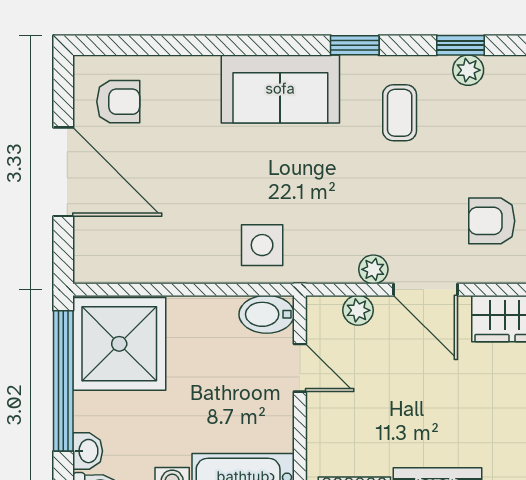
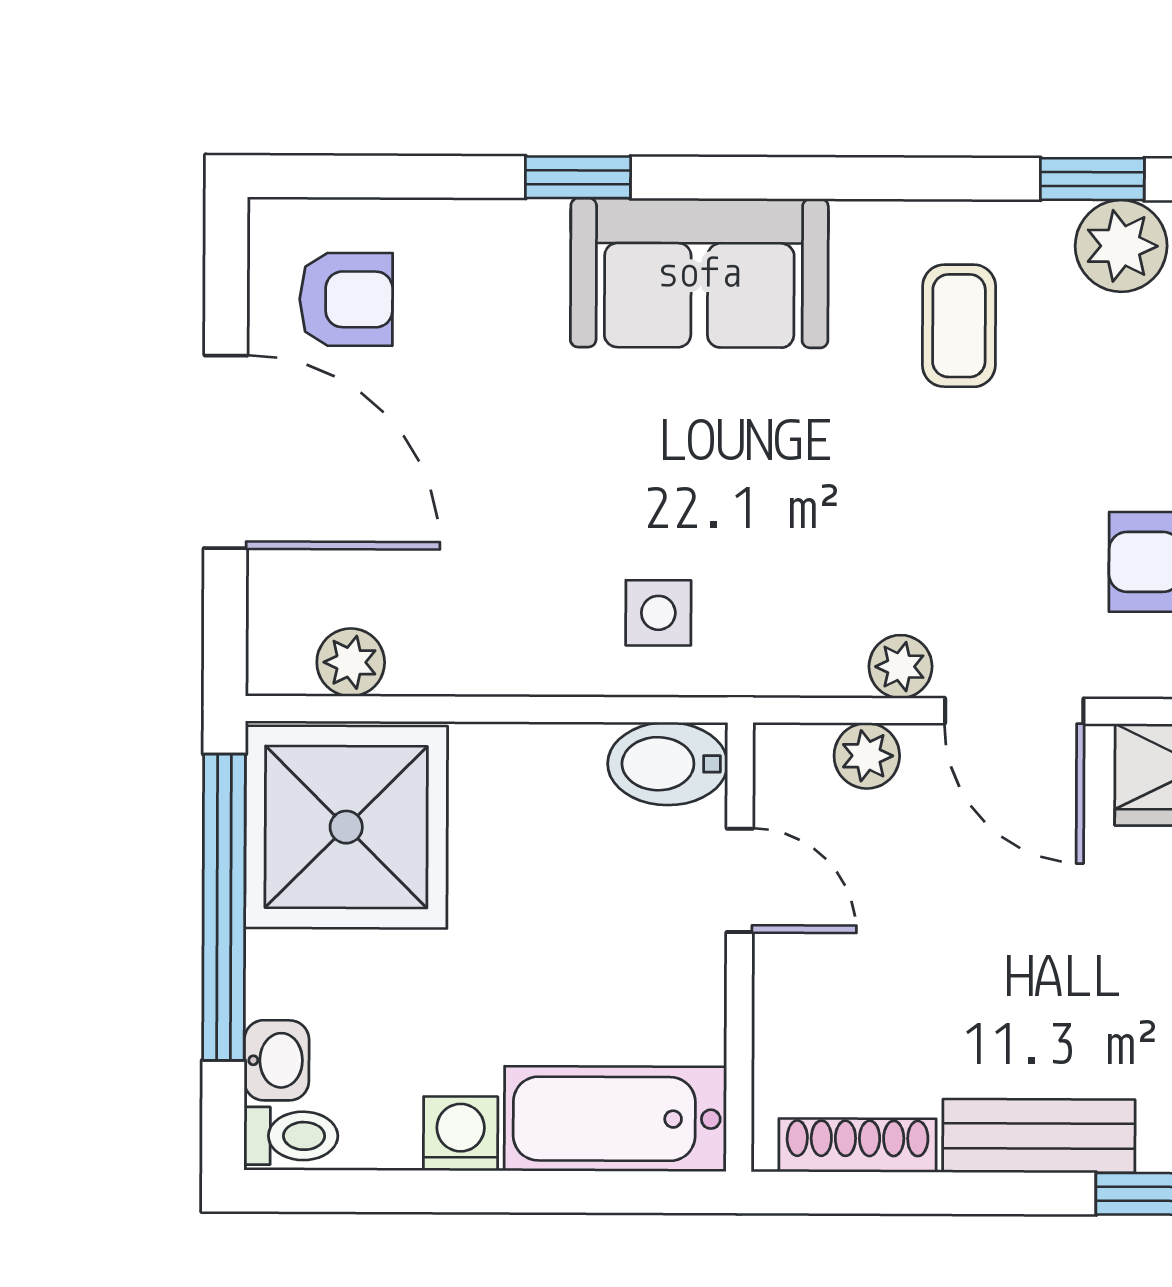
window: (355, 45) -> (578, 177), moved
plant: (468, 70) -> (1121, 246), width x1.38, depth x1.38
side table: (262, 245) -> (658, 613), width x0.73, depth x0.73
plant: (121, 268) -> (351, 662), added

